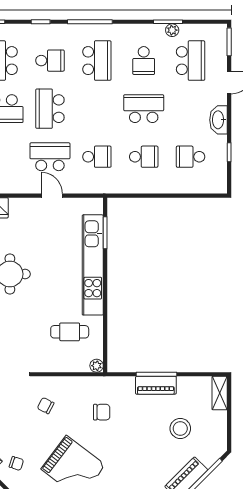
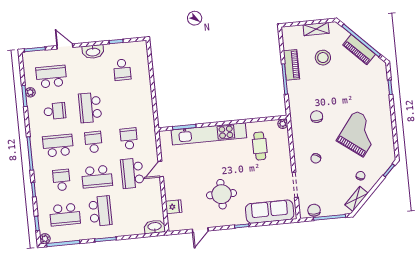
school desk: (144, 157) -> (93, 142), moved
piano: (156, 385) -> (292, 65), moved
shelving: (220, 393) -> (316, 29), moved

